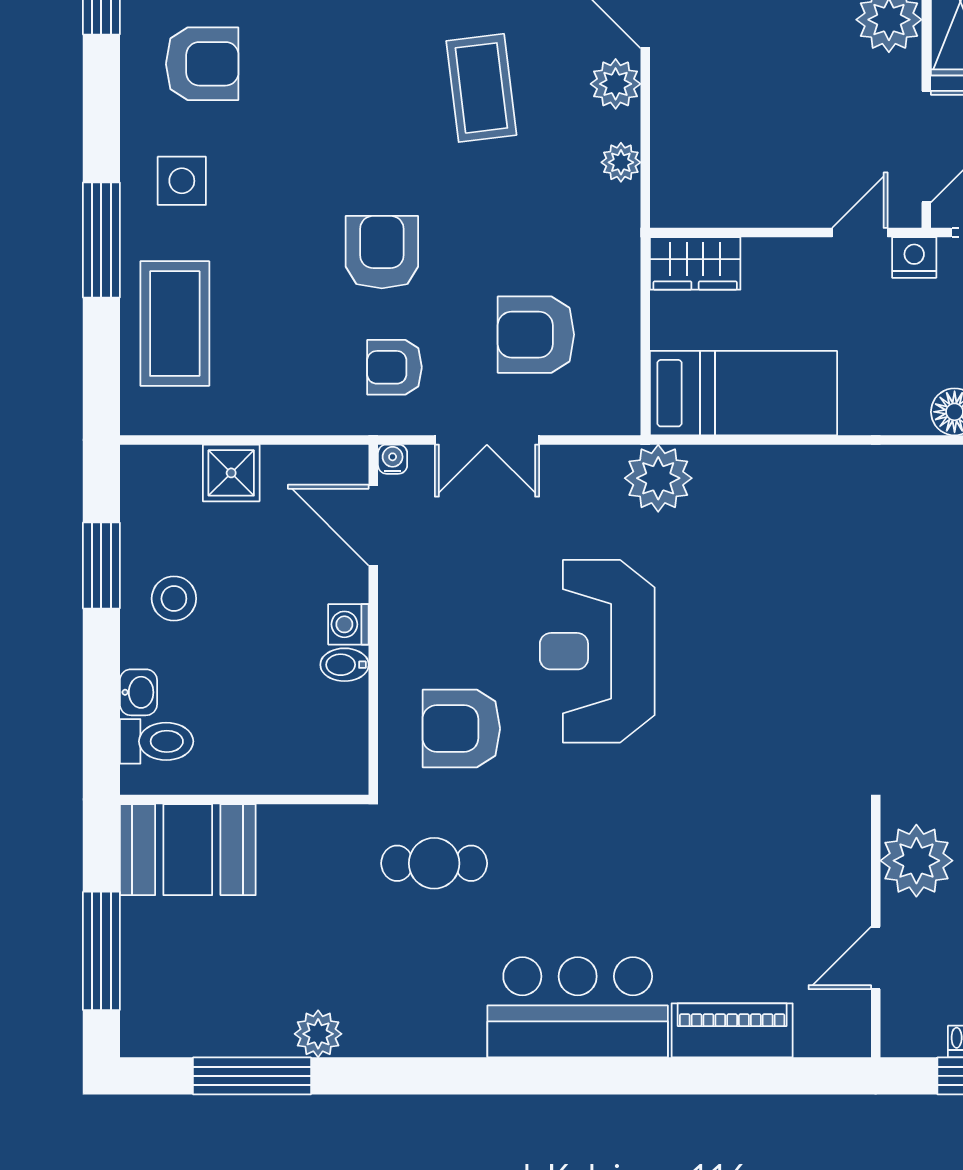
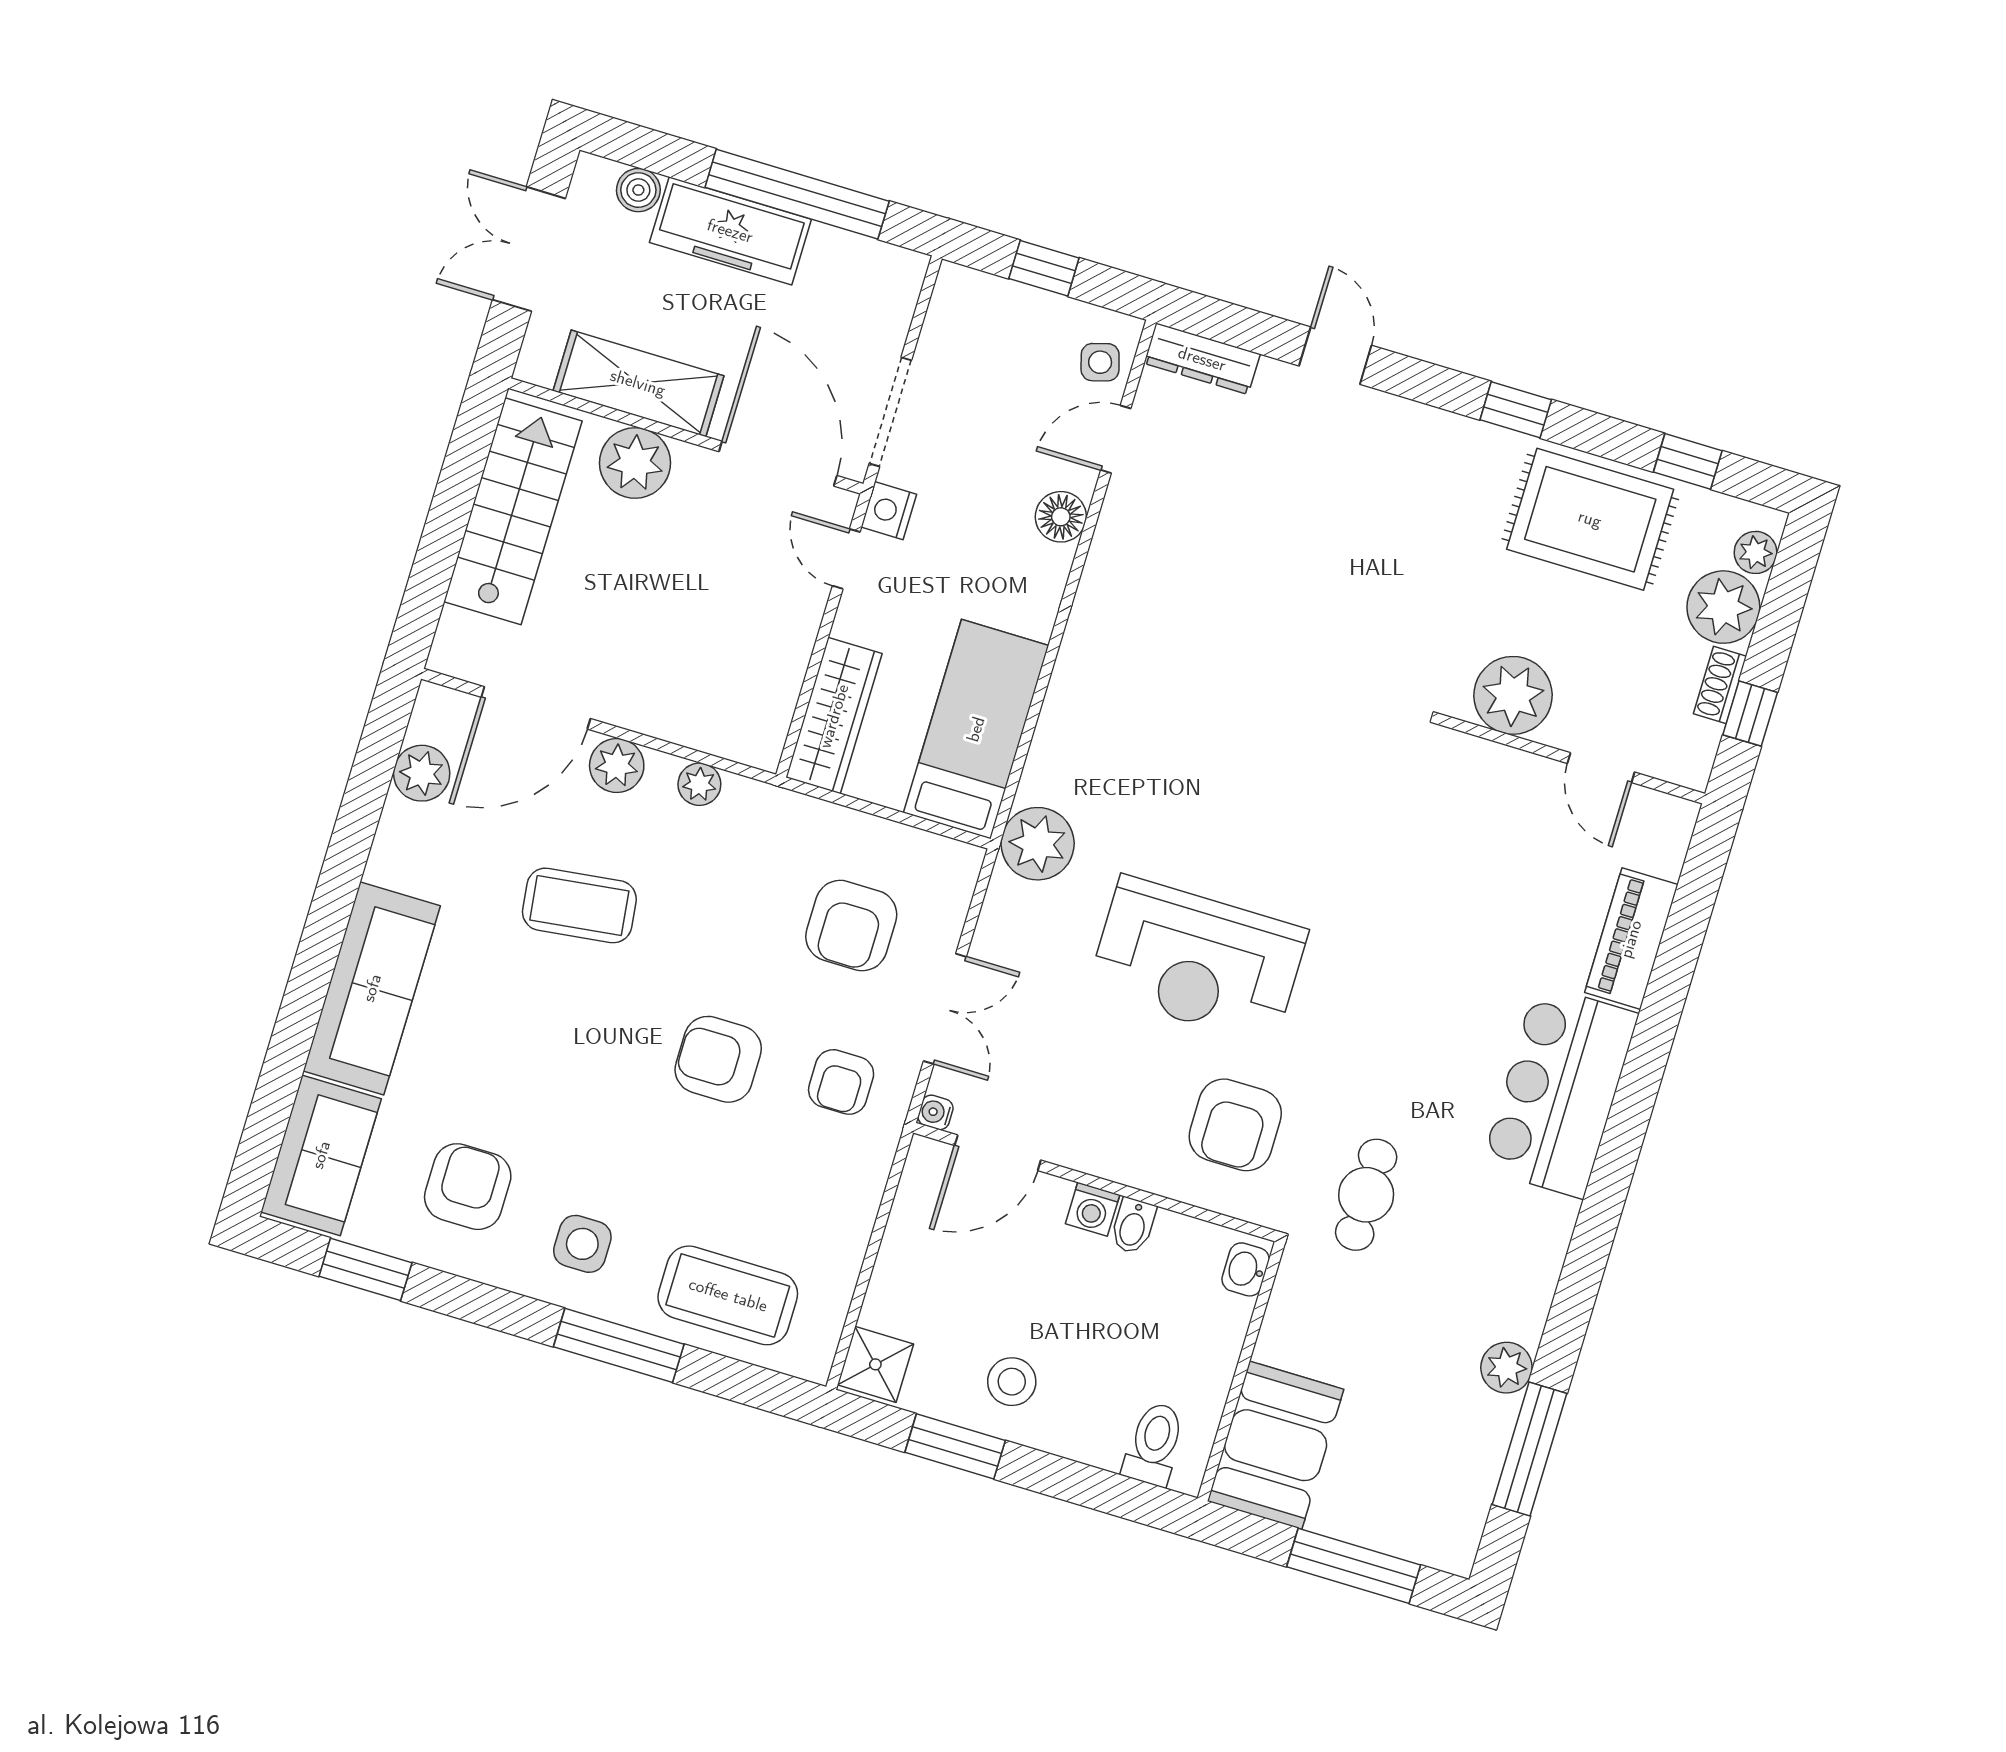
wardrobe: (695, 263) -> (834, 716), width x1.50
shower: (231, 473) -> (875, 1364), moved
washbasin: (138, 692) -> (1246, 1269), moved, turned -90

